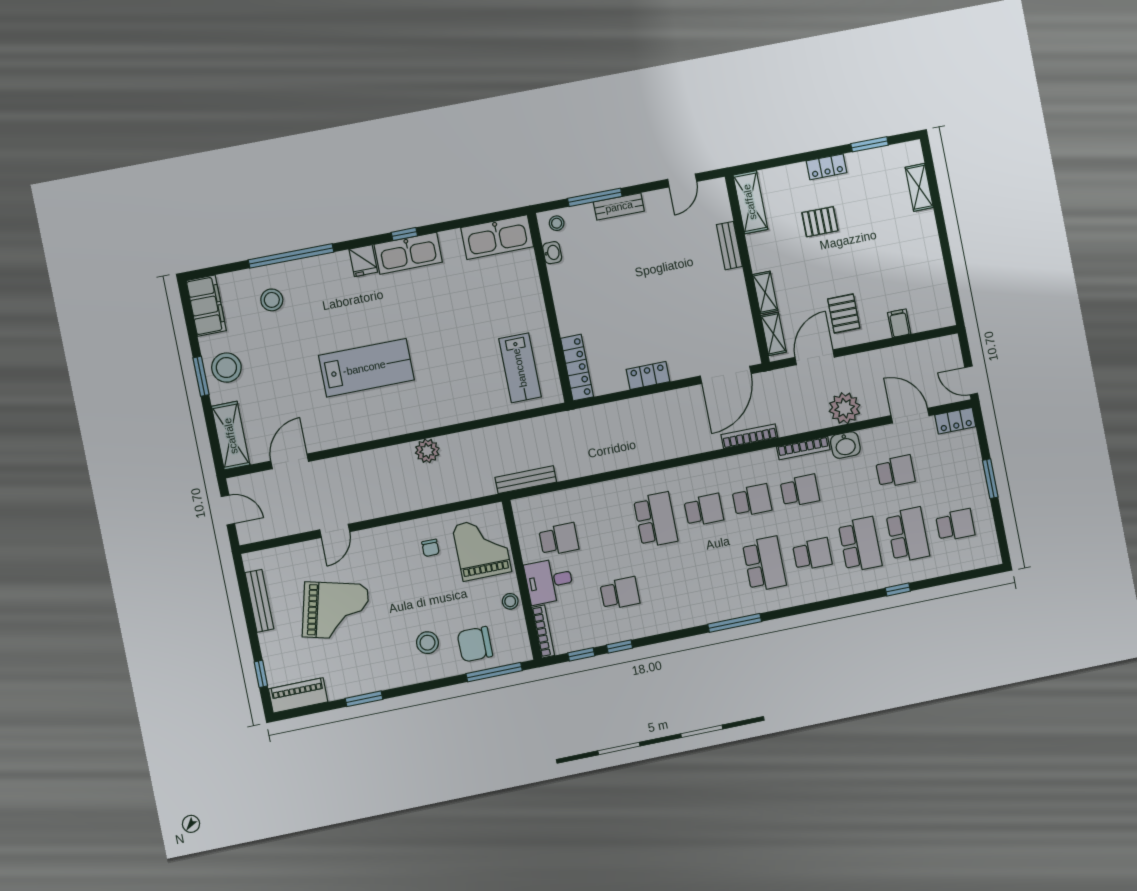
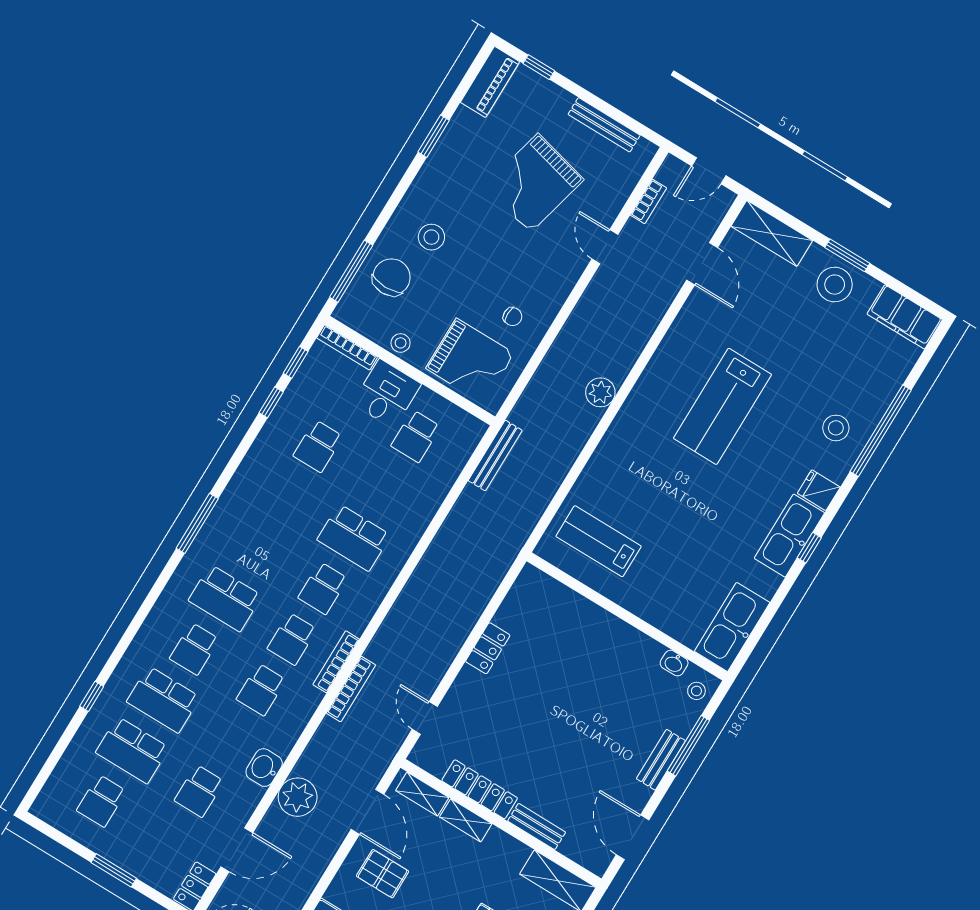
door: (682, 180) -> (633, 837), width x1.38
stool: (272, 300) -> (836, 428), moved
locker: (577, 368) -> (480, 789), moved, turned 180
door: (726, 375) -> (425, 718), width x0.53
bookcase: (803, 448) -> (336, 662), moved
bookcase: (282, 530) -> (649, 201), added
chair: (430, 548) -> (513, 317), turned 180

